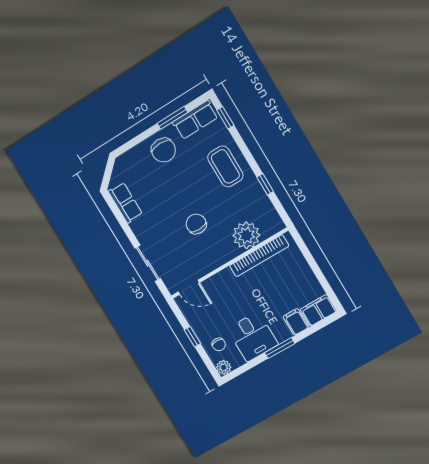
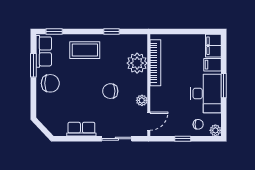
row of seats: (125, 203) -> (81, 129), moved
plant: (207, 266) -> (142, 100), added
desk: (253, 337) -> (206, 93), width x1.37

